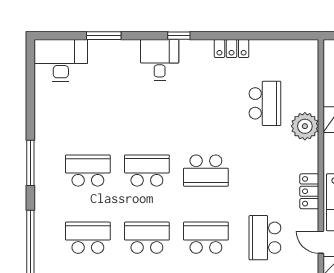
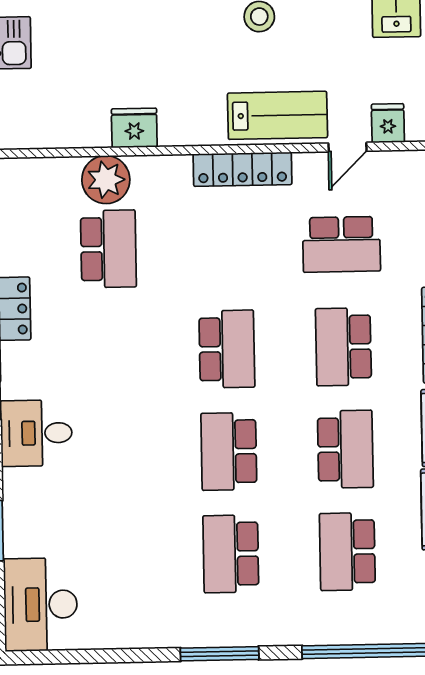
school desk: (265, 103) -> (108, 249), turned 90
plant: (305, 126) -> (106, 180), moved
locker: (309, 191) -> (242, 169), width x1.53
school desk: (147, 238) -> (345, 449), turned 180

